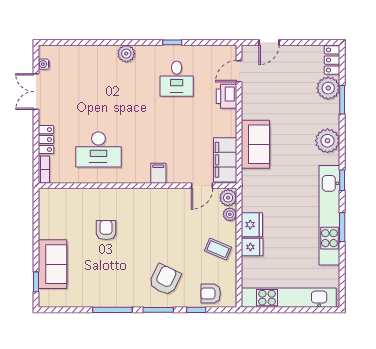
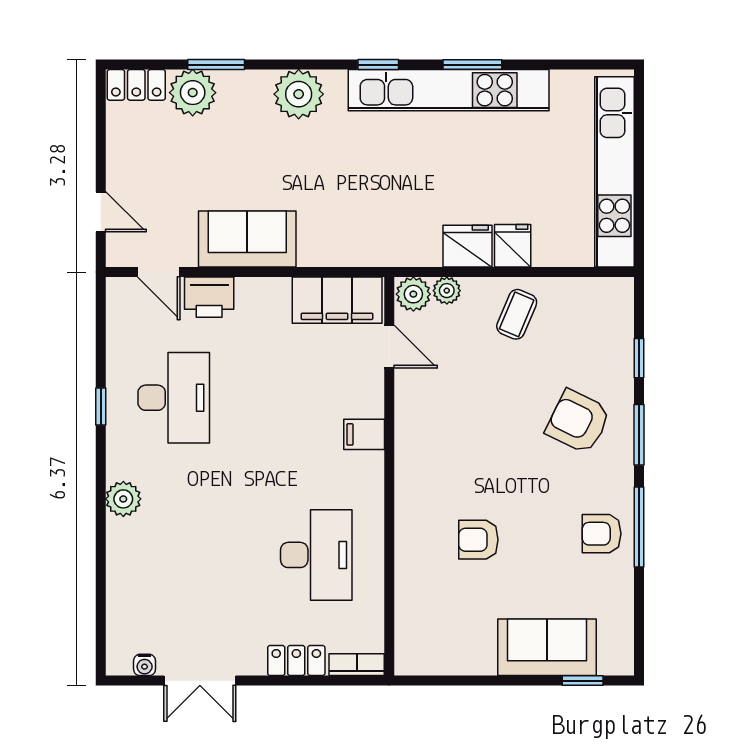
desk: (177, 79) -> (174, 398), width x1.37
sofa: (255, 144) -> (247, 239), moved
armchair: (211, 294) -> (602, 534), moved, turned 90

